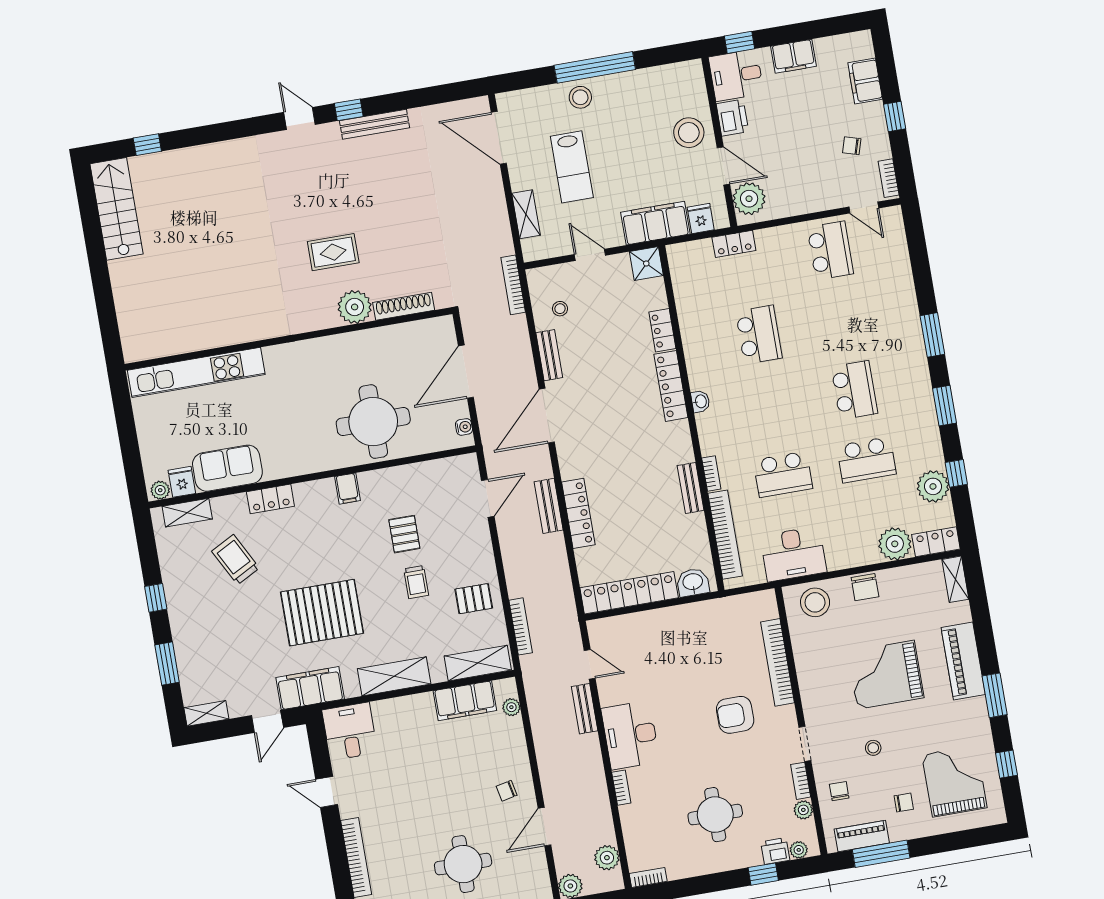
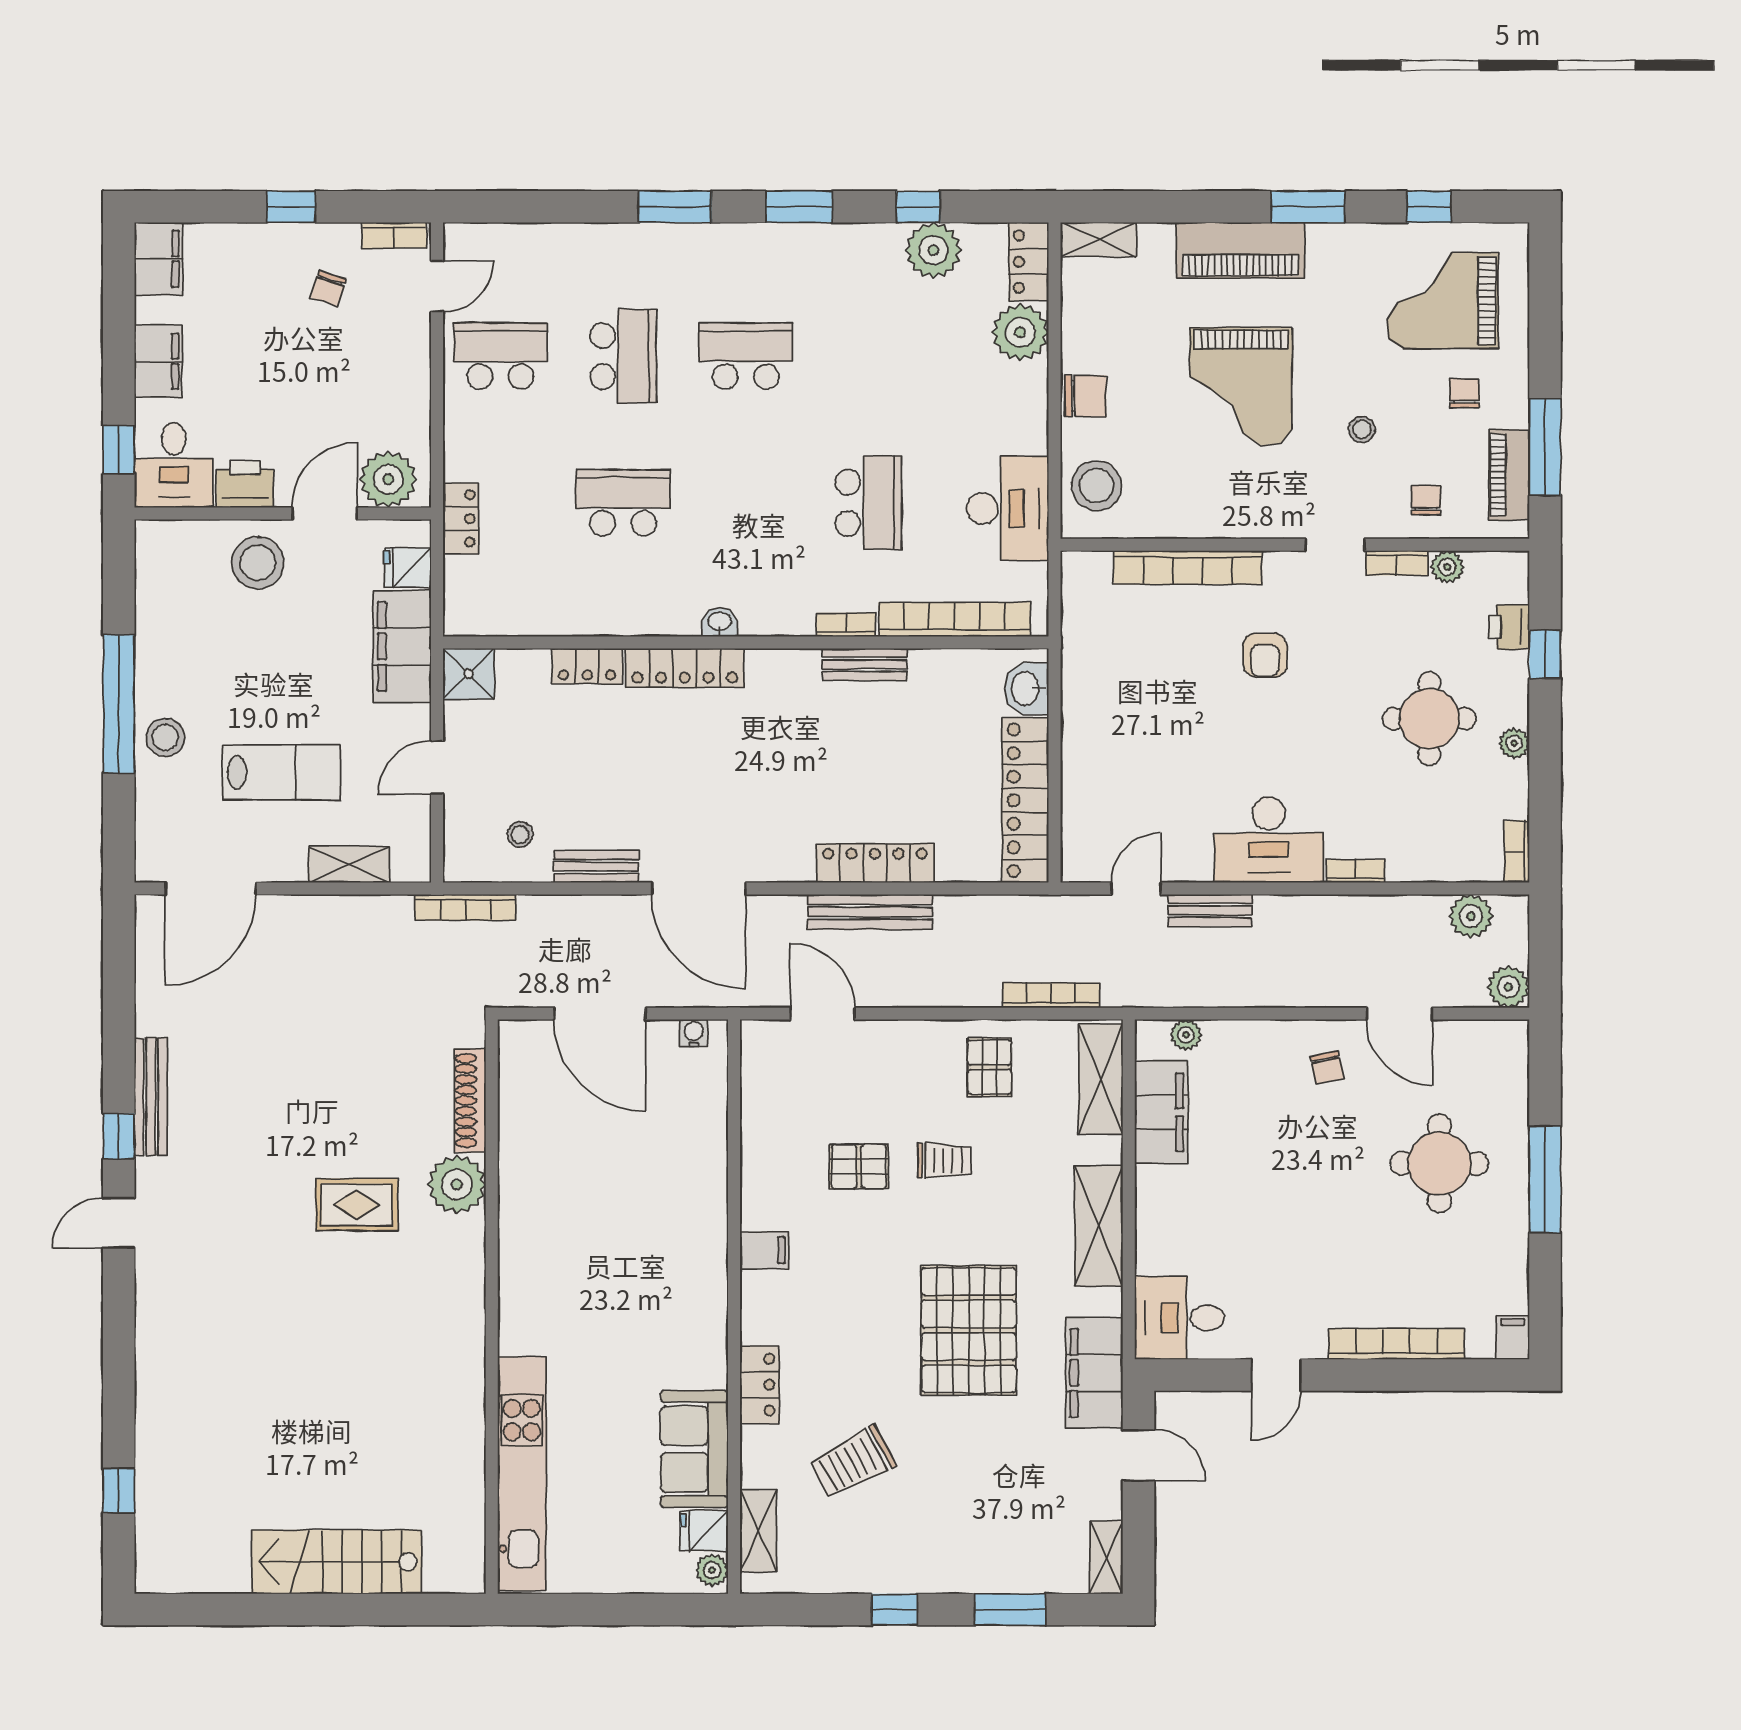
filing cabinet: (865, 81) -> (158, 259), moved, turned -90
stairs: (116, 209) -> (337, 1562), moved
rug: (333, 252) -> (357, 1205), turned 90
round table: (373, 422) -> (658, 1186), removed
school desk: (866, 460) -> (623, 356), moved
bench: (549, 506) -> (870, 912), width x1.36
armchair: (735, 715) -> (1265, 655), width x0.72, depth x0.72
chair: (839, 791) -> (1426, 500), turned 90
plant: (799, 850) -> (1514, 743), moved

